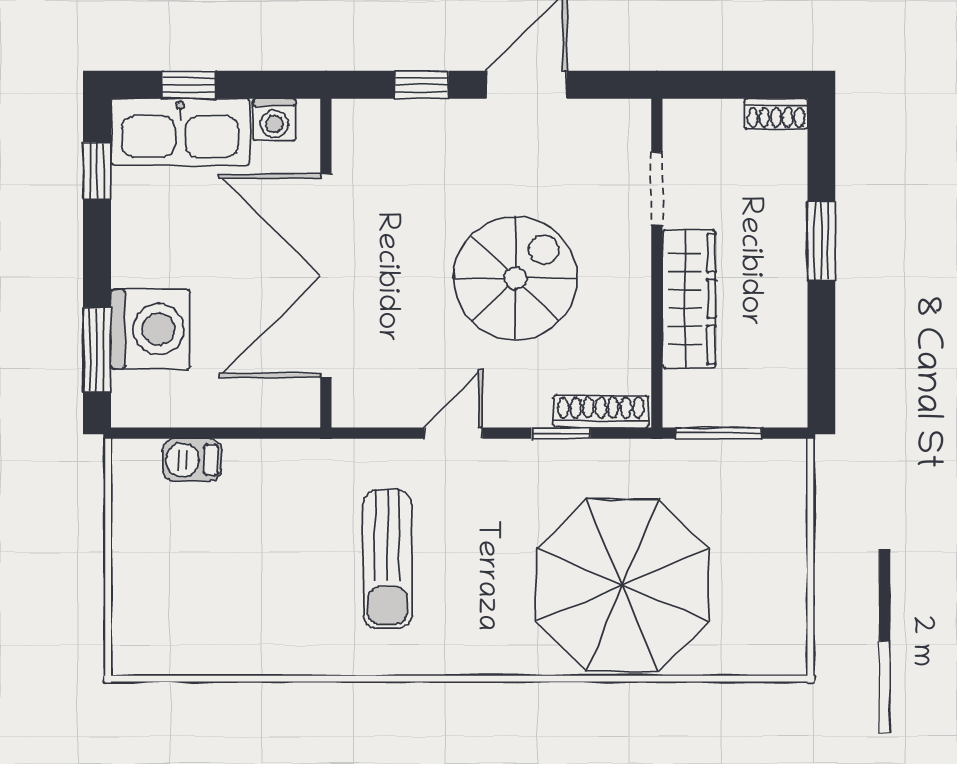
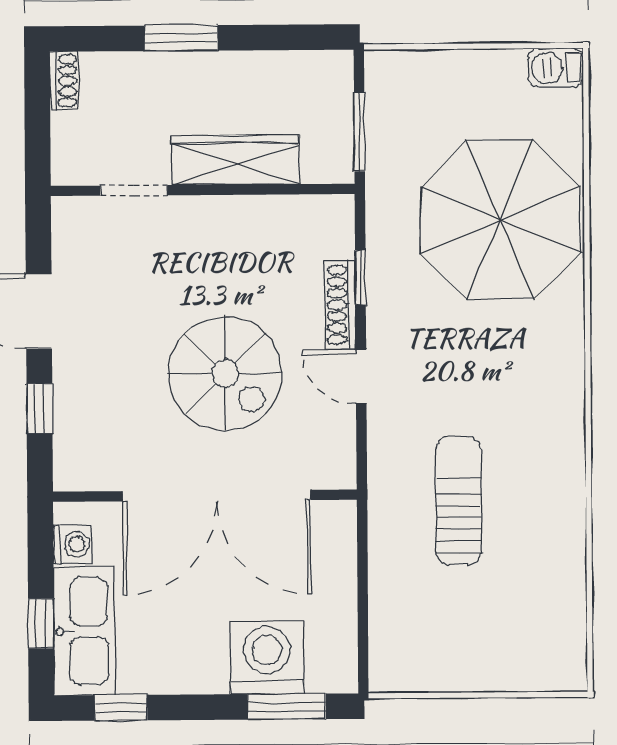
spiral stairs: (515, 278) -> (225, 373), moved, turned 180
shoe rack: (601, 411) -> (341, 305), moved
barbecue: (192, 460) -> (556, 68), moved, turned 90
sun lounger: (387, 559) -> (459, 500), moved, turned -90

